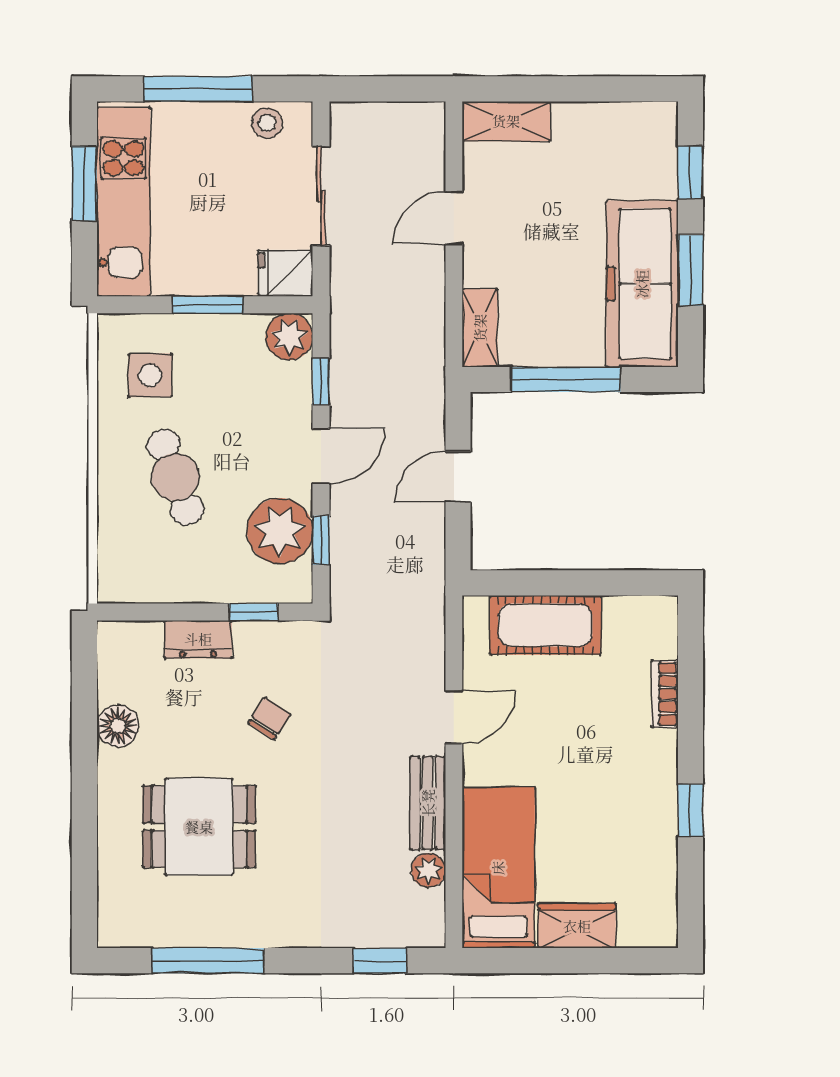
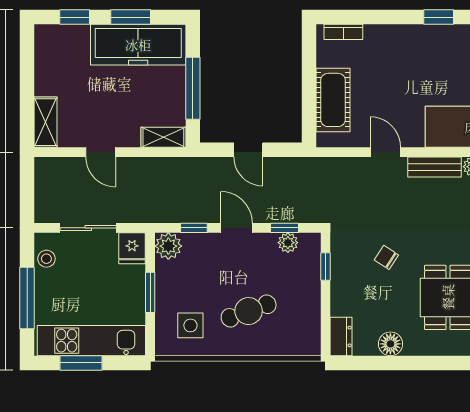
plant: (280, 531) -> (288, 243), width x0.53, depth x0.53
dresser: (198, 639) -> (341, 337), moved
bookcase: (665, 694) -> (343, 32), moved

